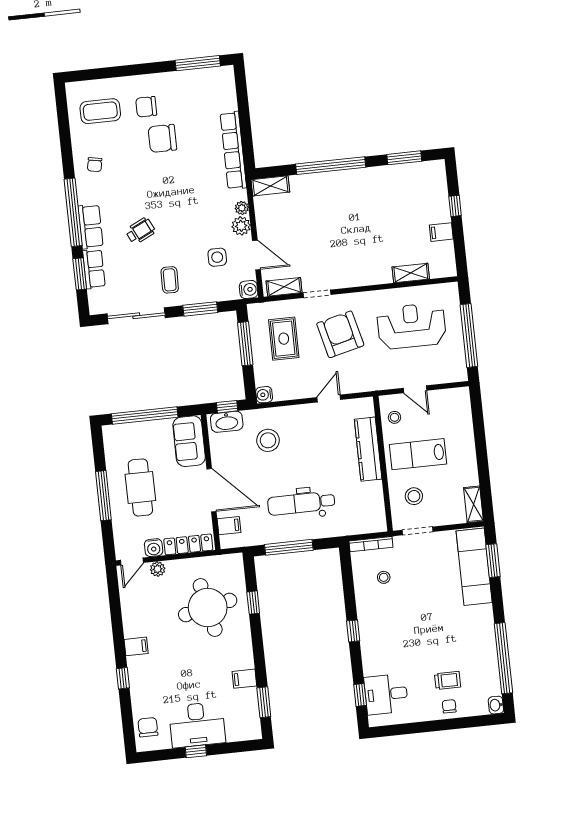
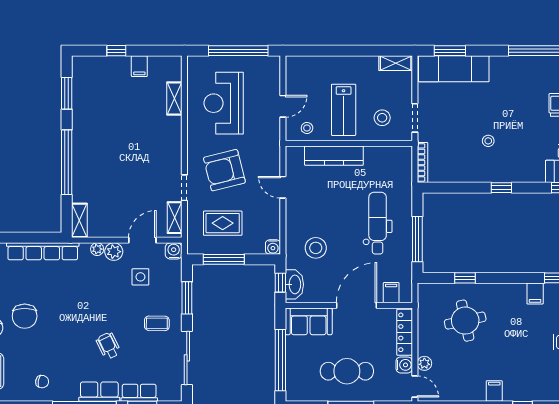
dental chair: (301, 503) -> (378, 223), turned 180
stool: (384, 577) -> (488, 141), moved
round table: (208, 608) -> (465, 321), width x0.73, depth x0.73

